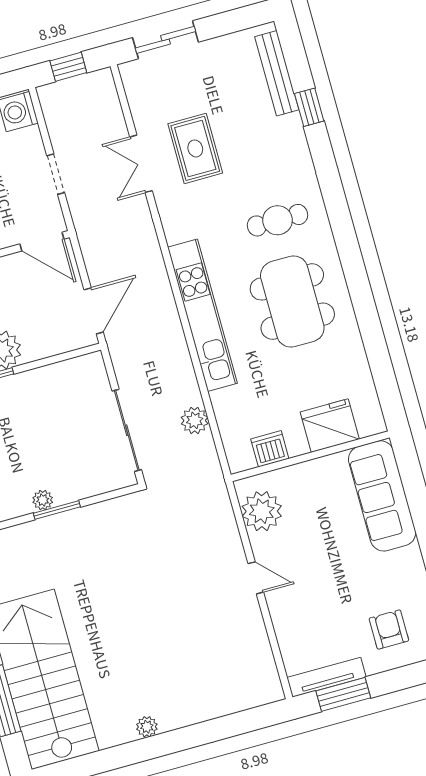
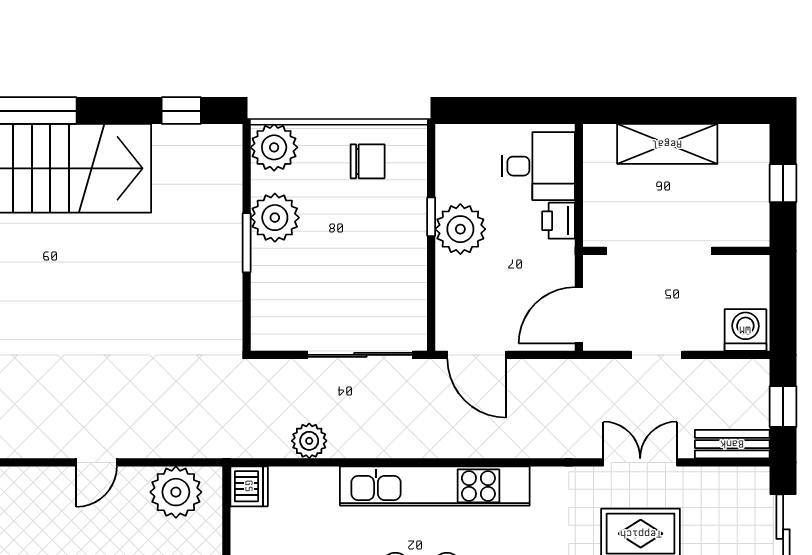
bench: (108, 98) -> (732, 444), added
sliding door: (127, 430) -> (360, 355), moved
dishwasher: (270, 449) -> (249, 486), moved
plant: (43, 500) -> (275, 218), width x1.88, depth x1.88

